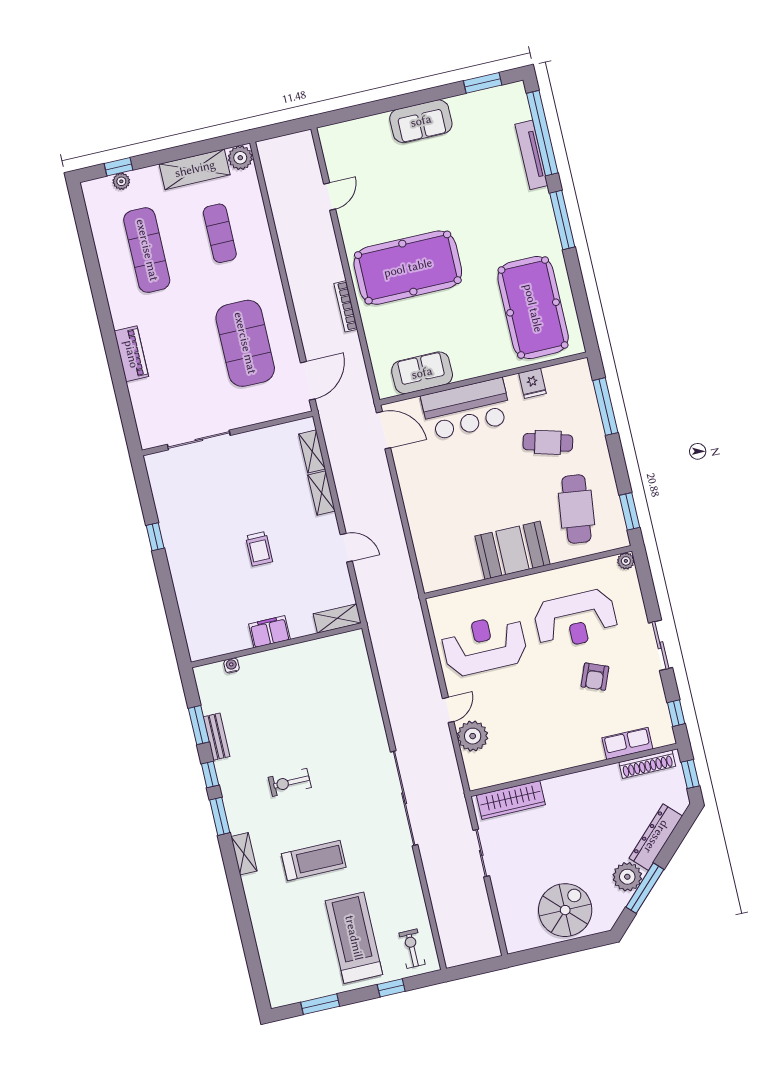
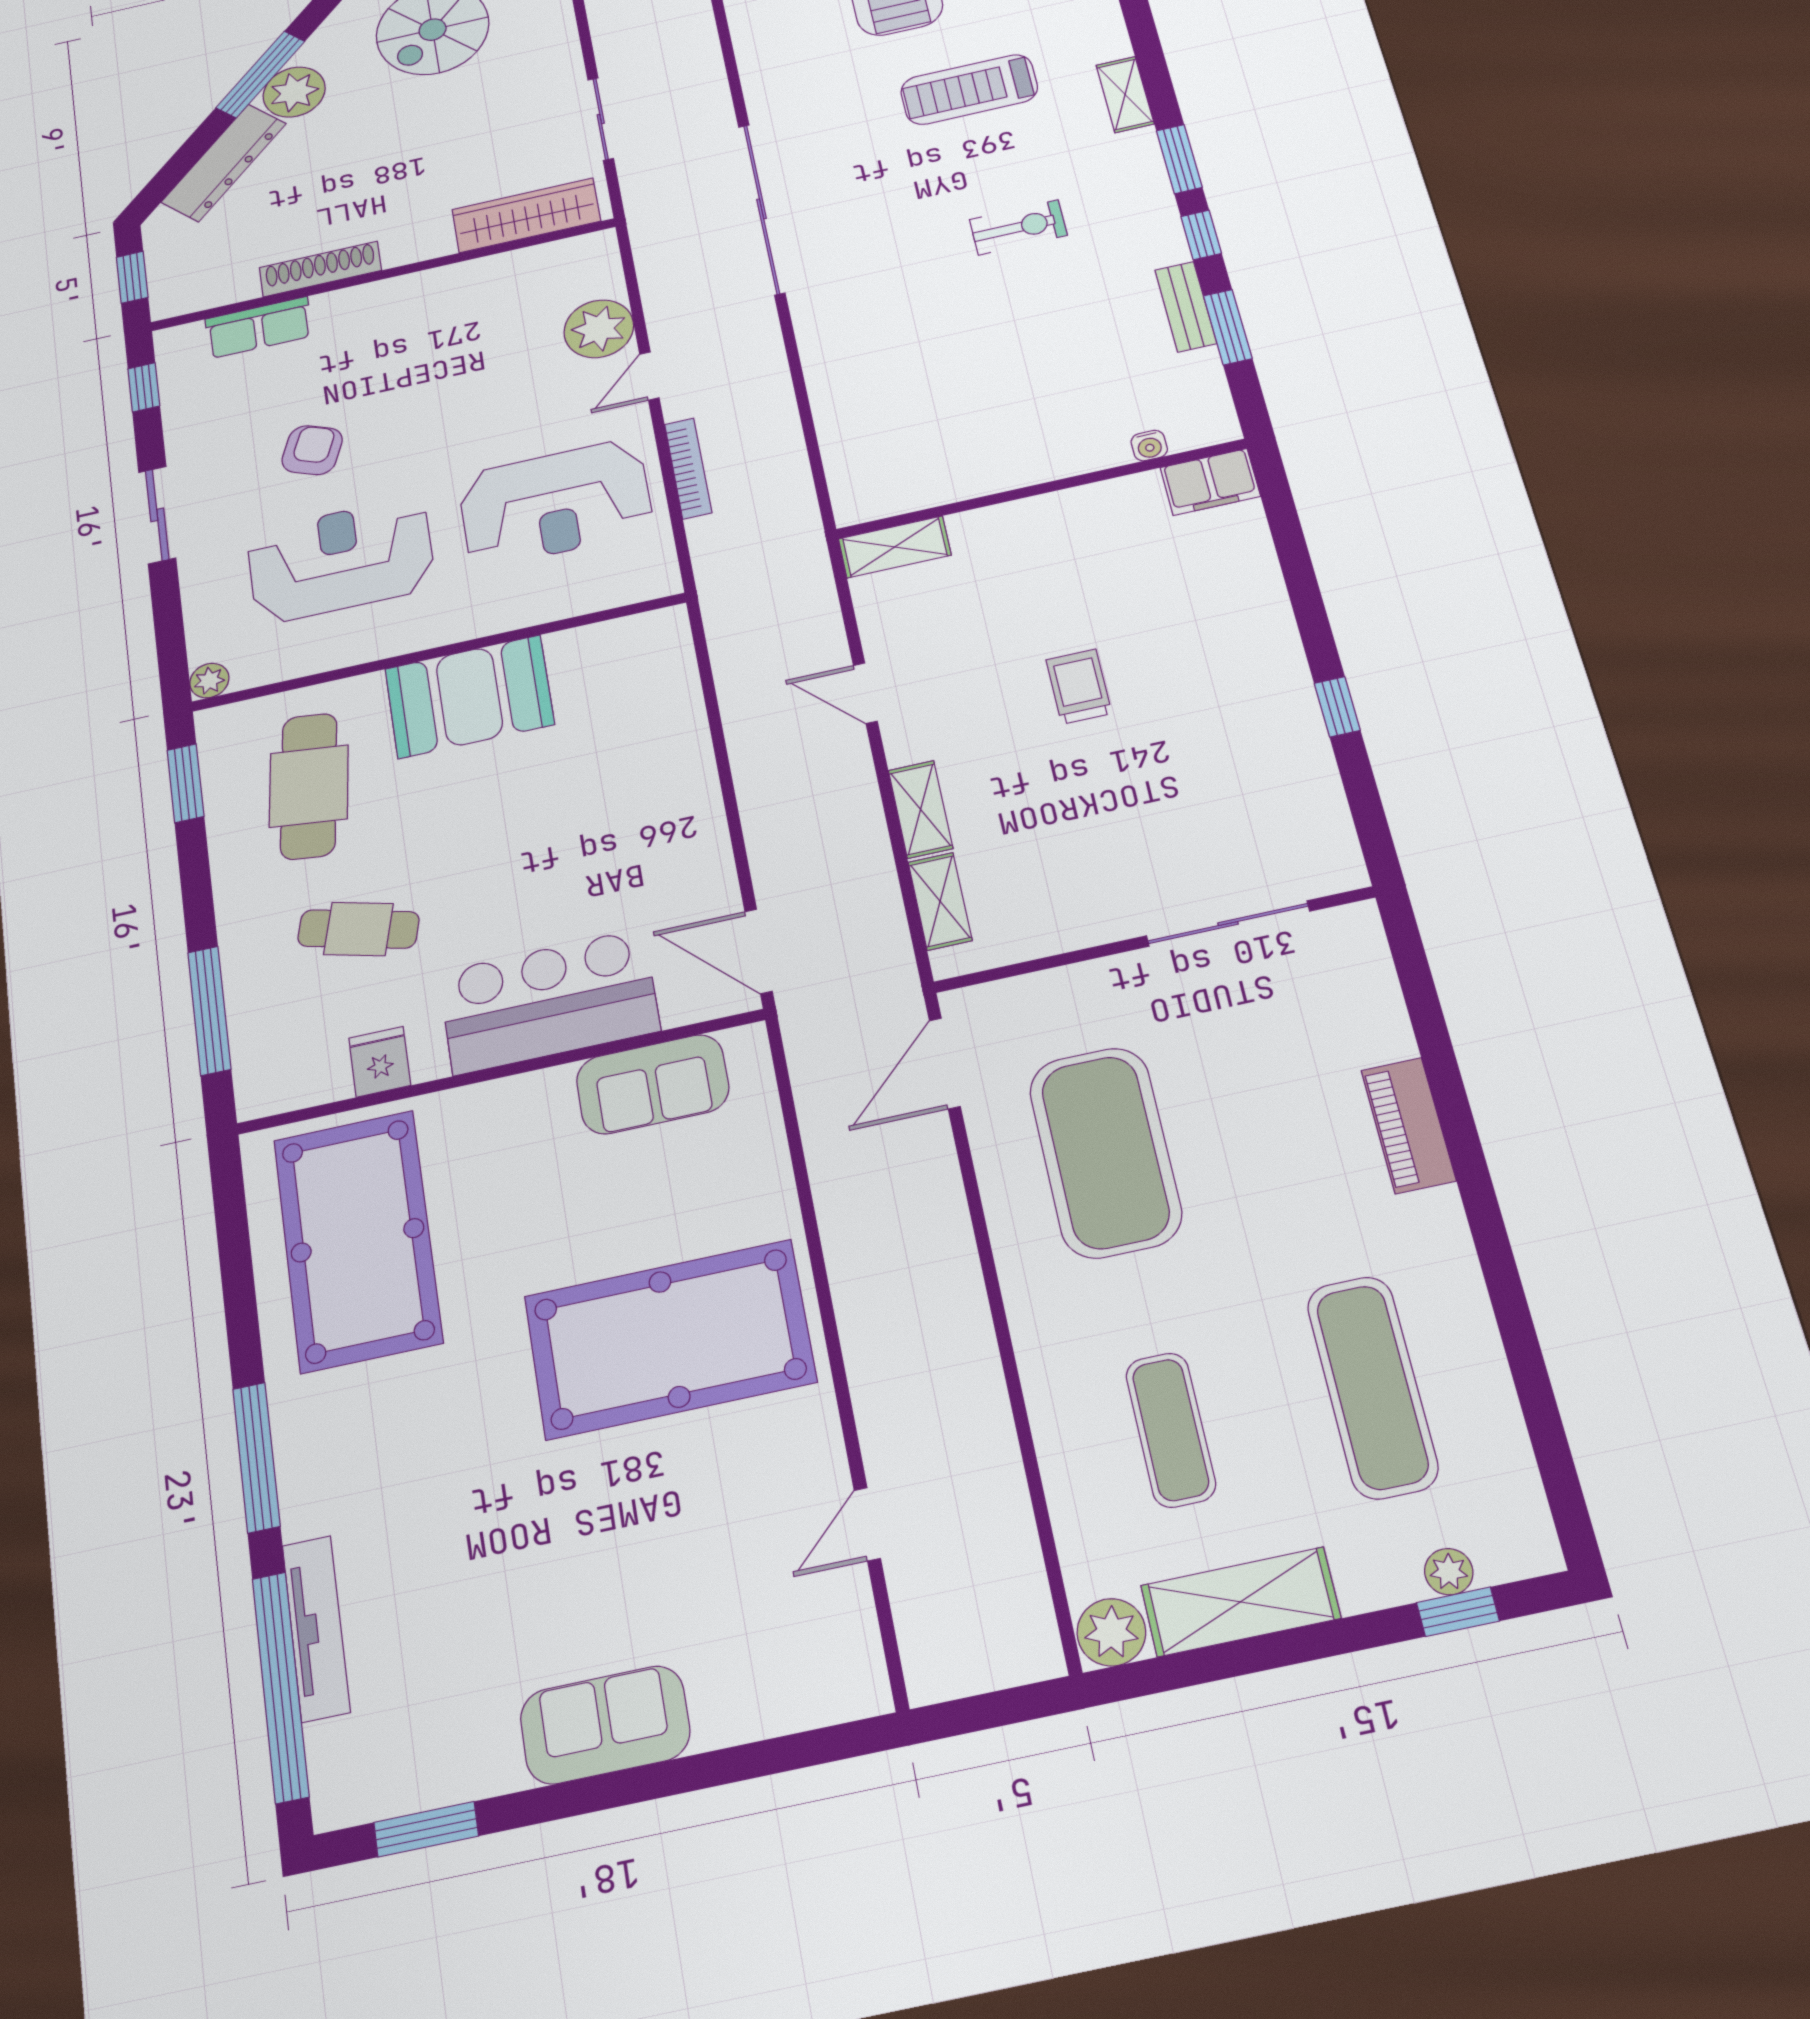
bookcase: (346, 306) -> (688, 468), moved
filing cabinet: (269, 632) -> (1210, 482), moved
shoe rack: (647, 764) -> (320, 269), moved

